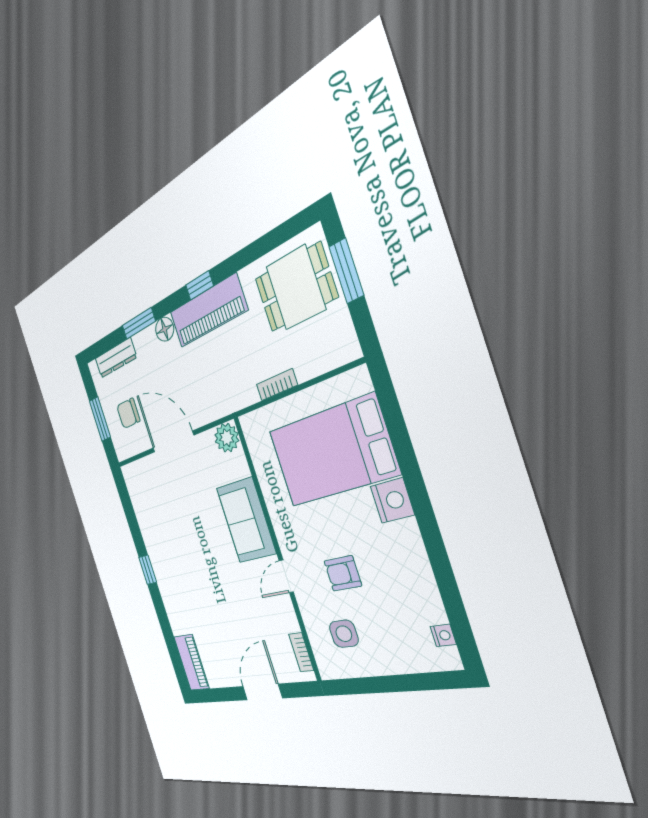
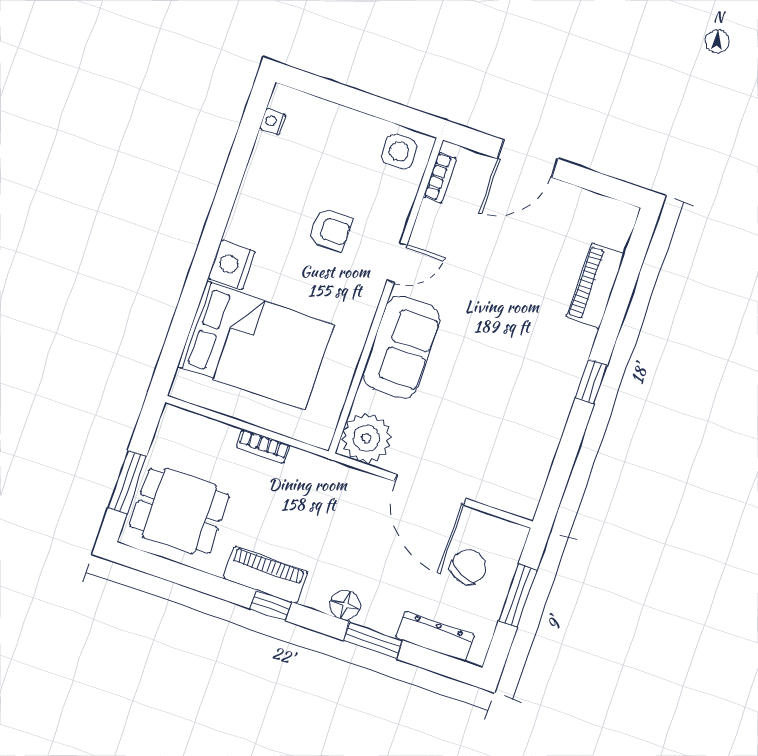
piano: (208, 311) -> (266, 575), width x0.73, depth x0.75
chair: (128, 413) -> (468, 567), turned -63
plant: (227, 438) -> (366, 438), width x1.36, depth x1.36
side table: (344, 634) -> (399, 151), moved
piano: (191, 662) -> (595, 286), moved

